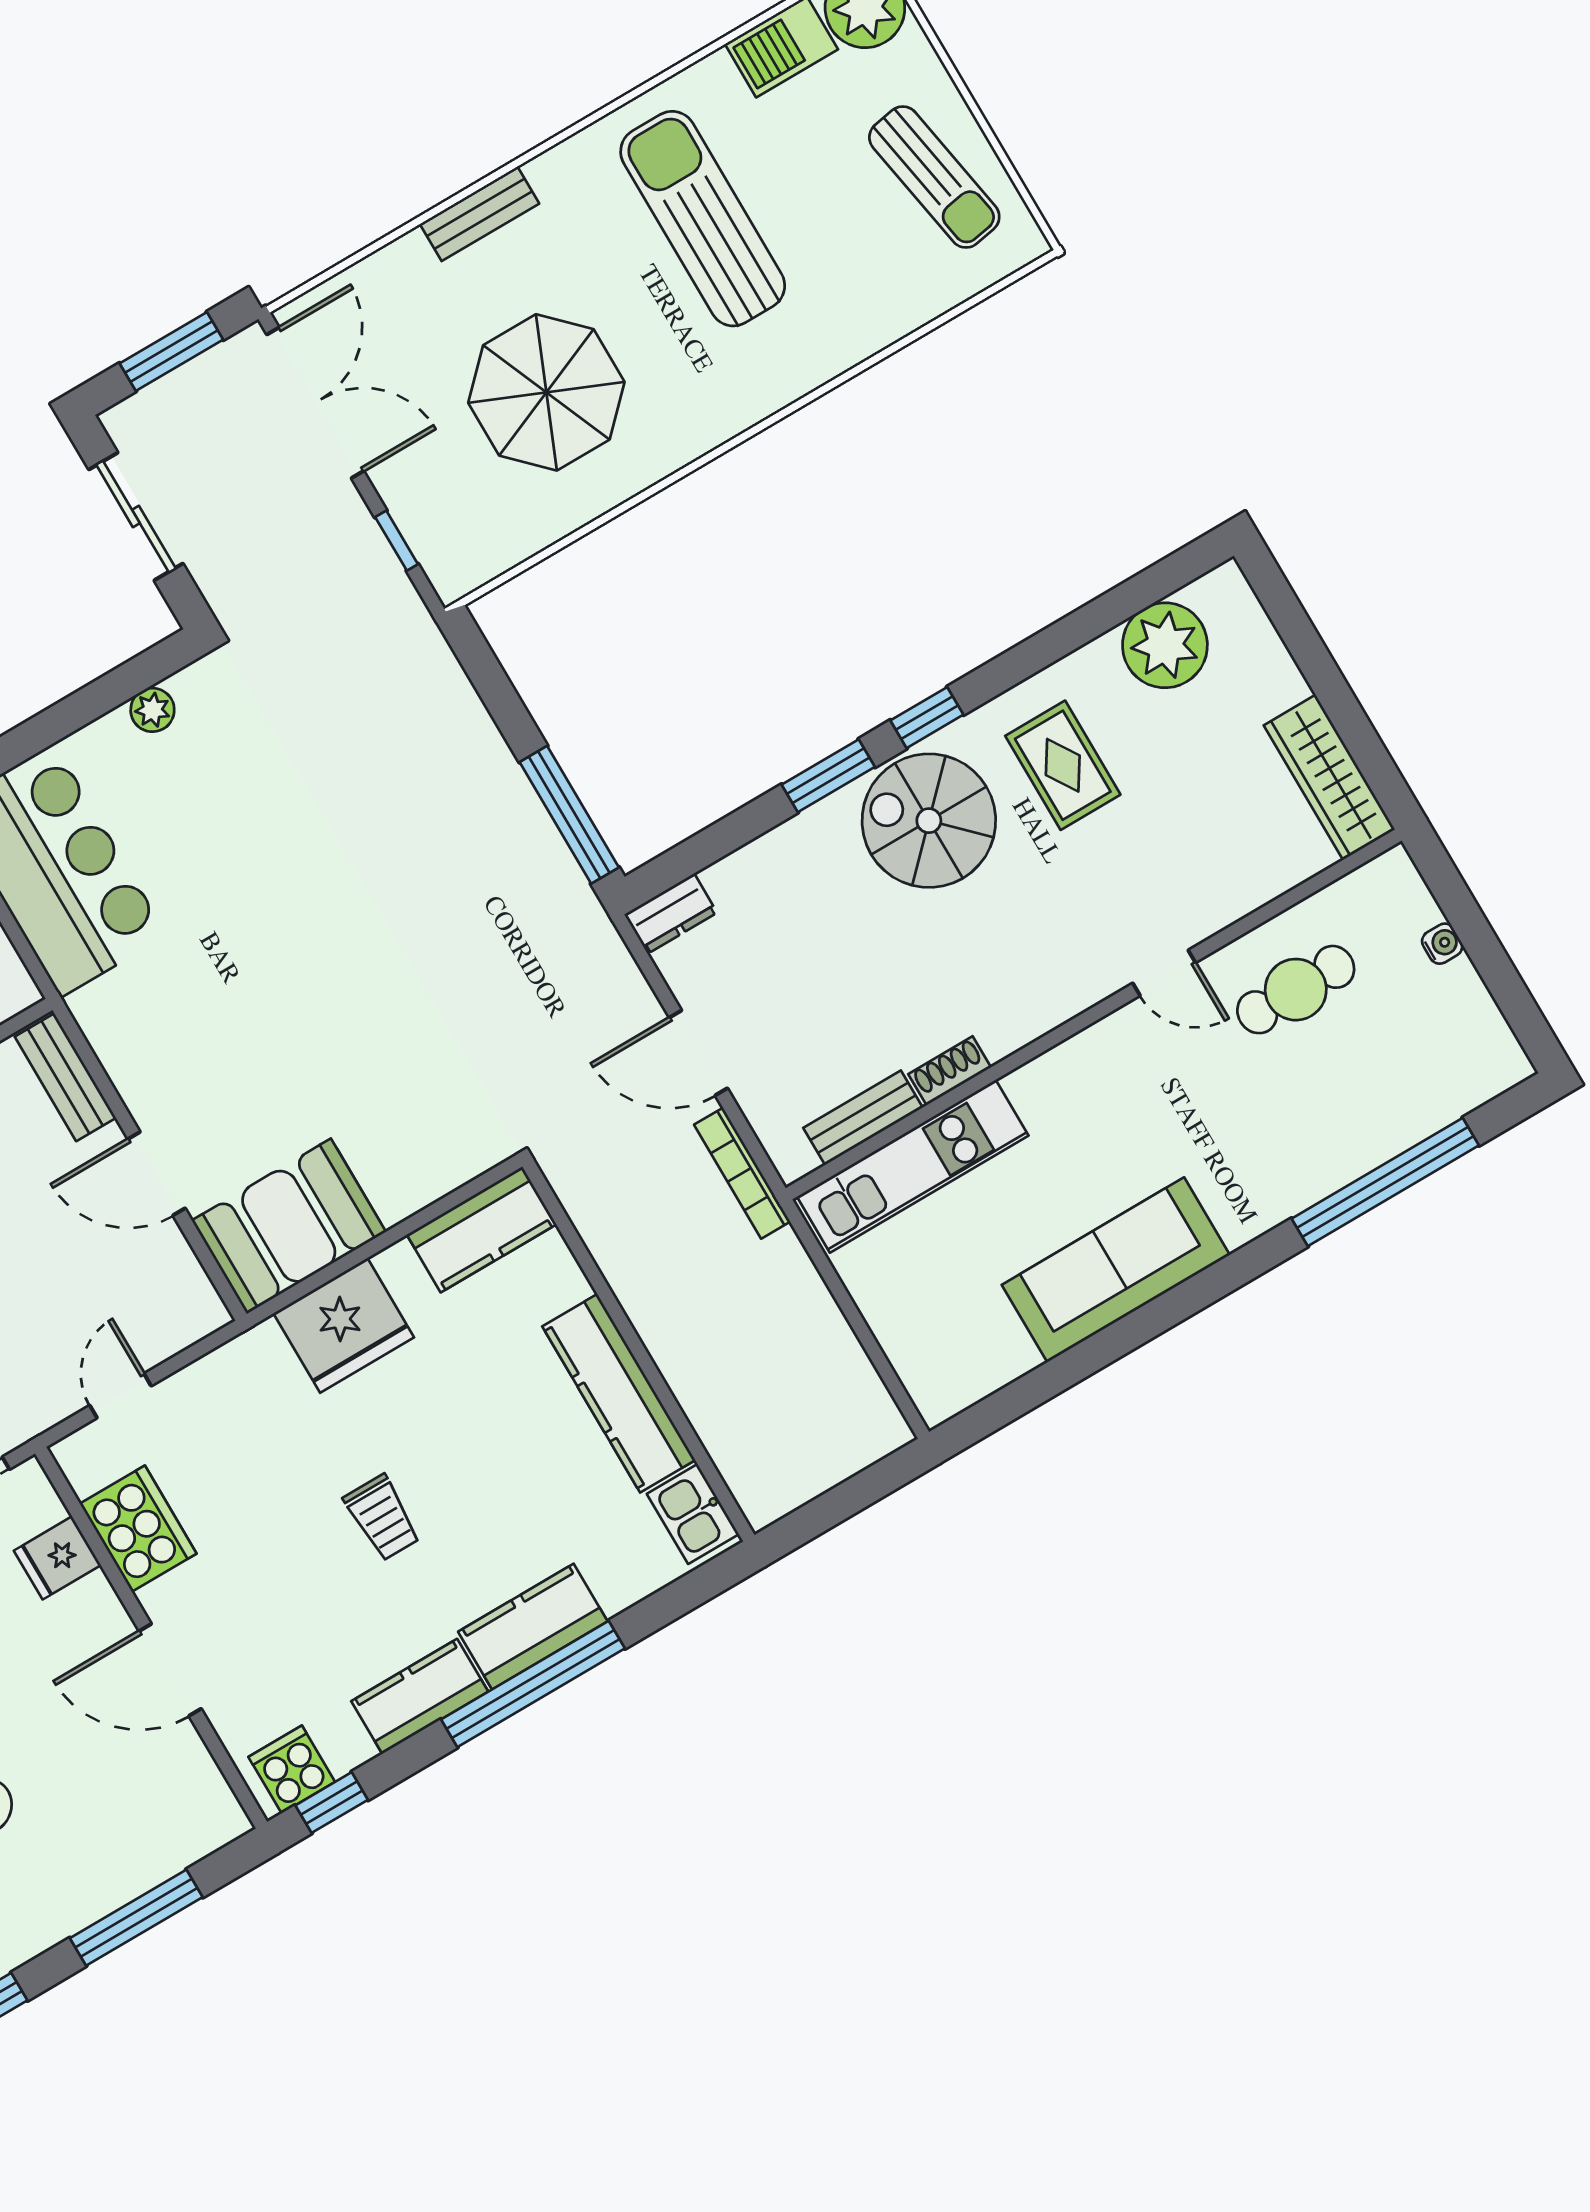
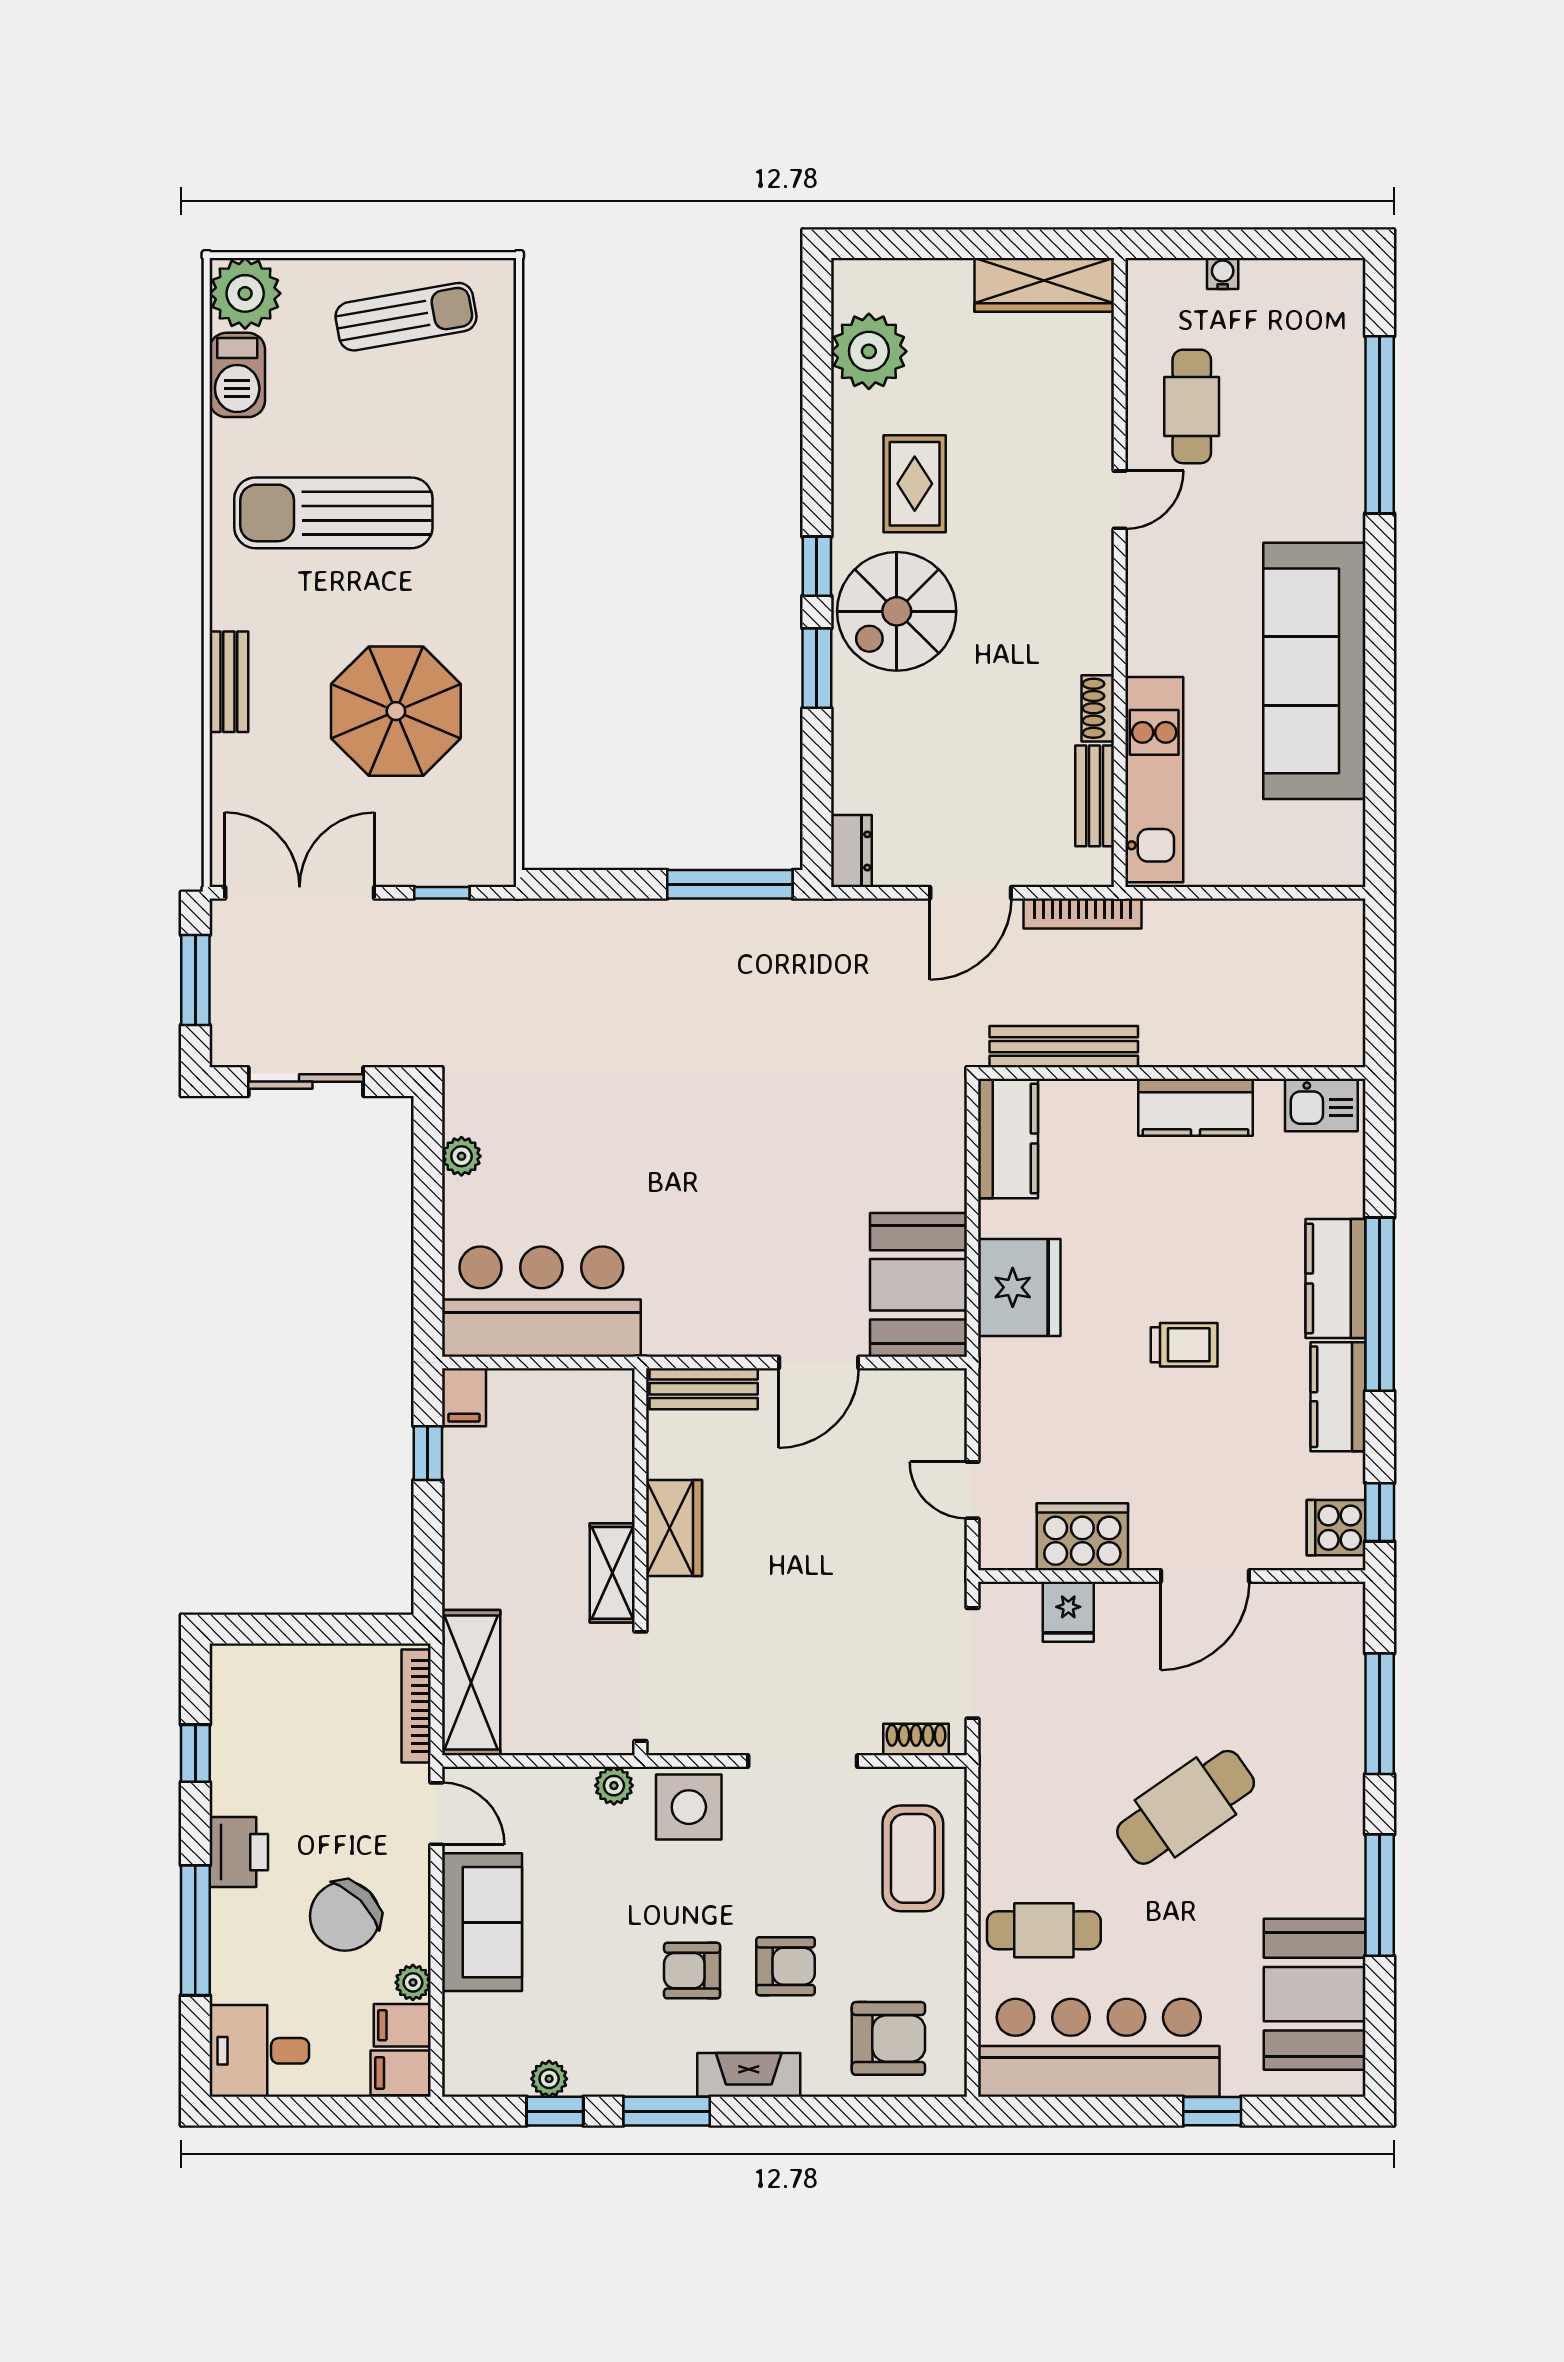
rug: (1063, 765) -> (915, 484), turned 90
bench: (602, 1231) -> (1064, 1047), added
sofa: (1116, 1270) -> (1314, 671), width x1.36, depth x1.27
kitchen counter: (619, 1393) -> (1195, 1107), width x0.67

